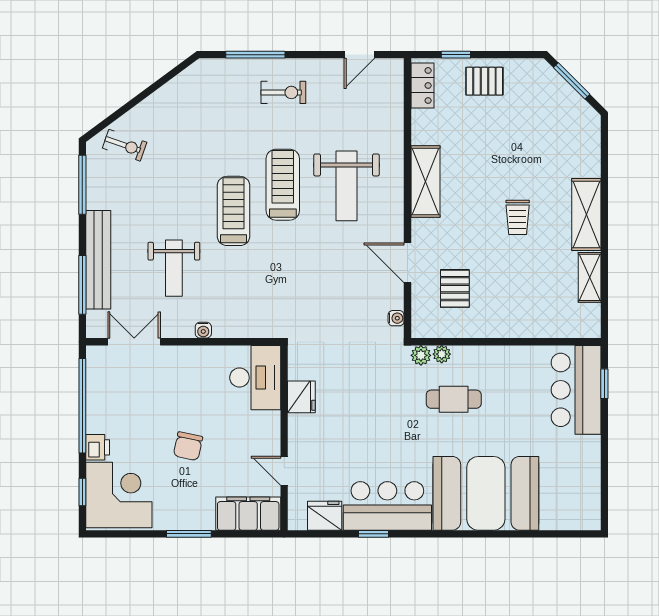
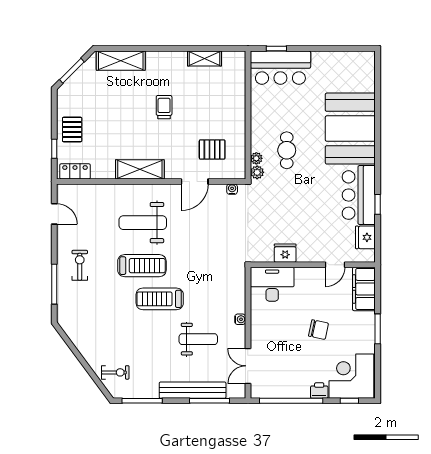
exercise bike: (125, 145) -> (115, 372), turned 71
treadmill: (283, 185) -> (142, 266), turned 180
weight bench: (346, 186) -> (143, 223), turned 180
shelving: (586, 215) -> (121, 61), moved
trolley: (518, 217) -> (164, 107), turned -90

